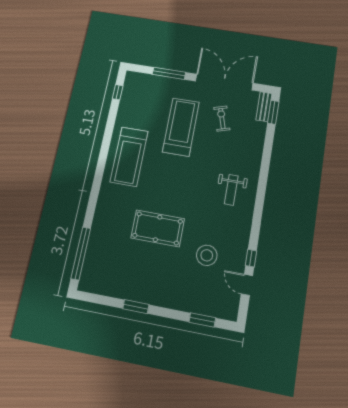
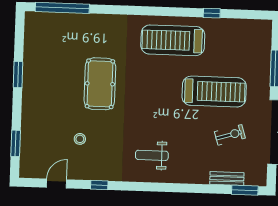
window: (118, 92) -> (212, 13), moved
bench: (264, 107) -> (227, 179), moved
stool: (207, 255) -> (80, 139), width x0.53, depth x0.53
window: (251, 258) -> (99, 185), moved

